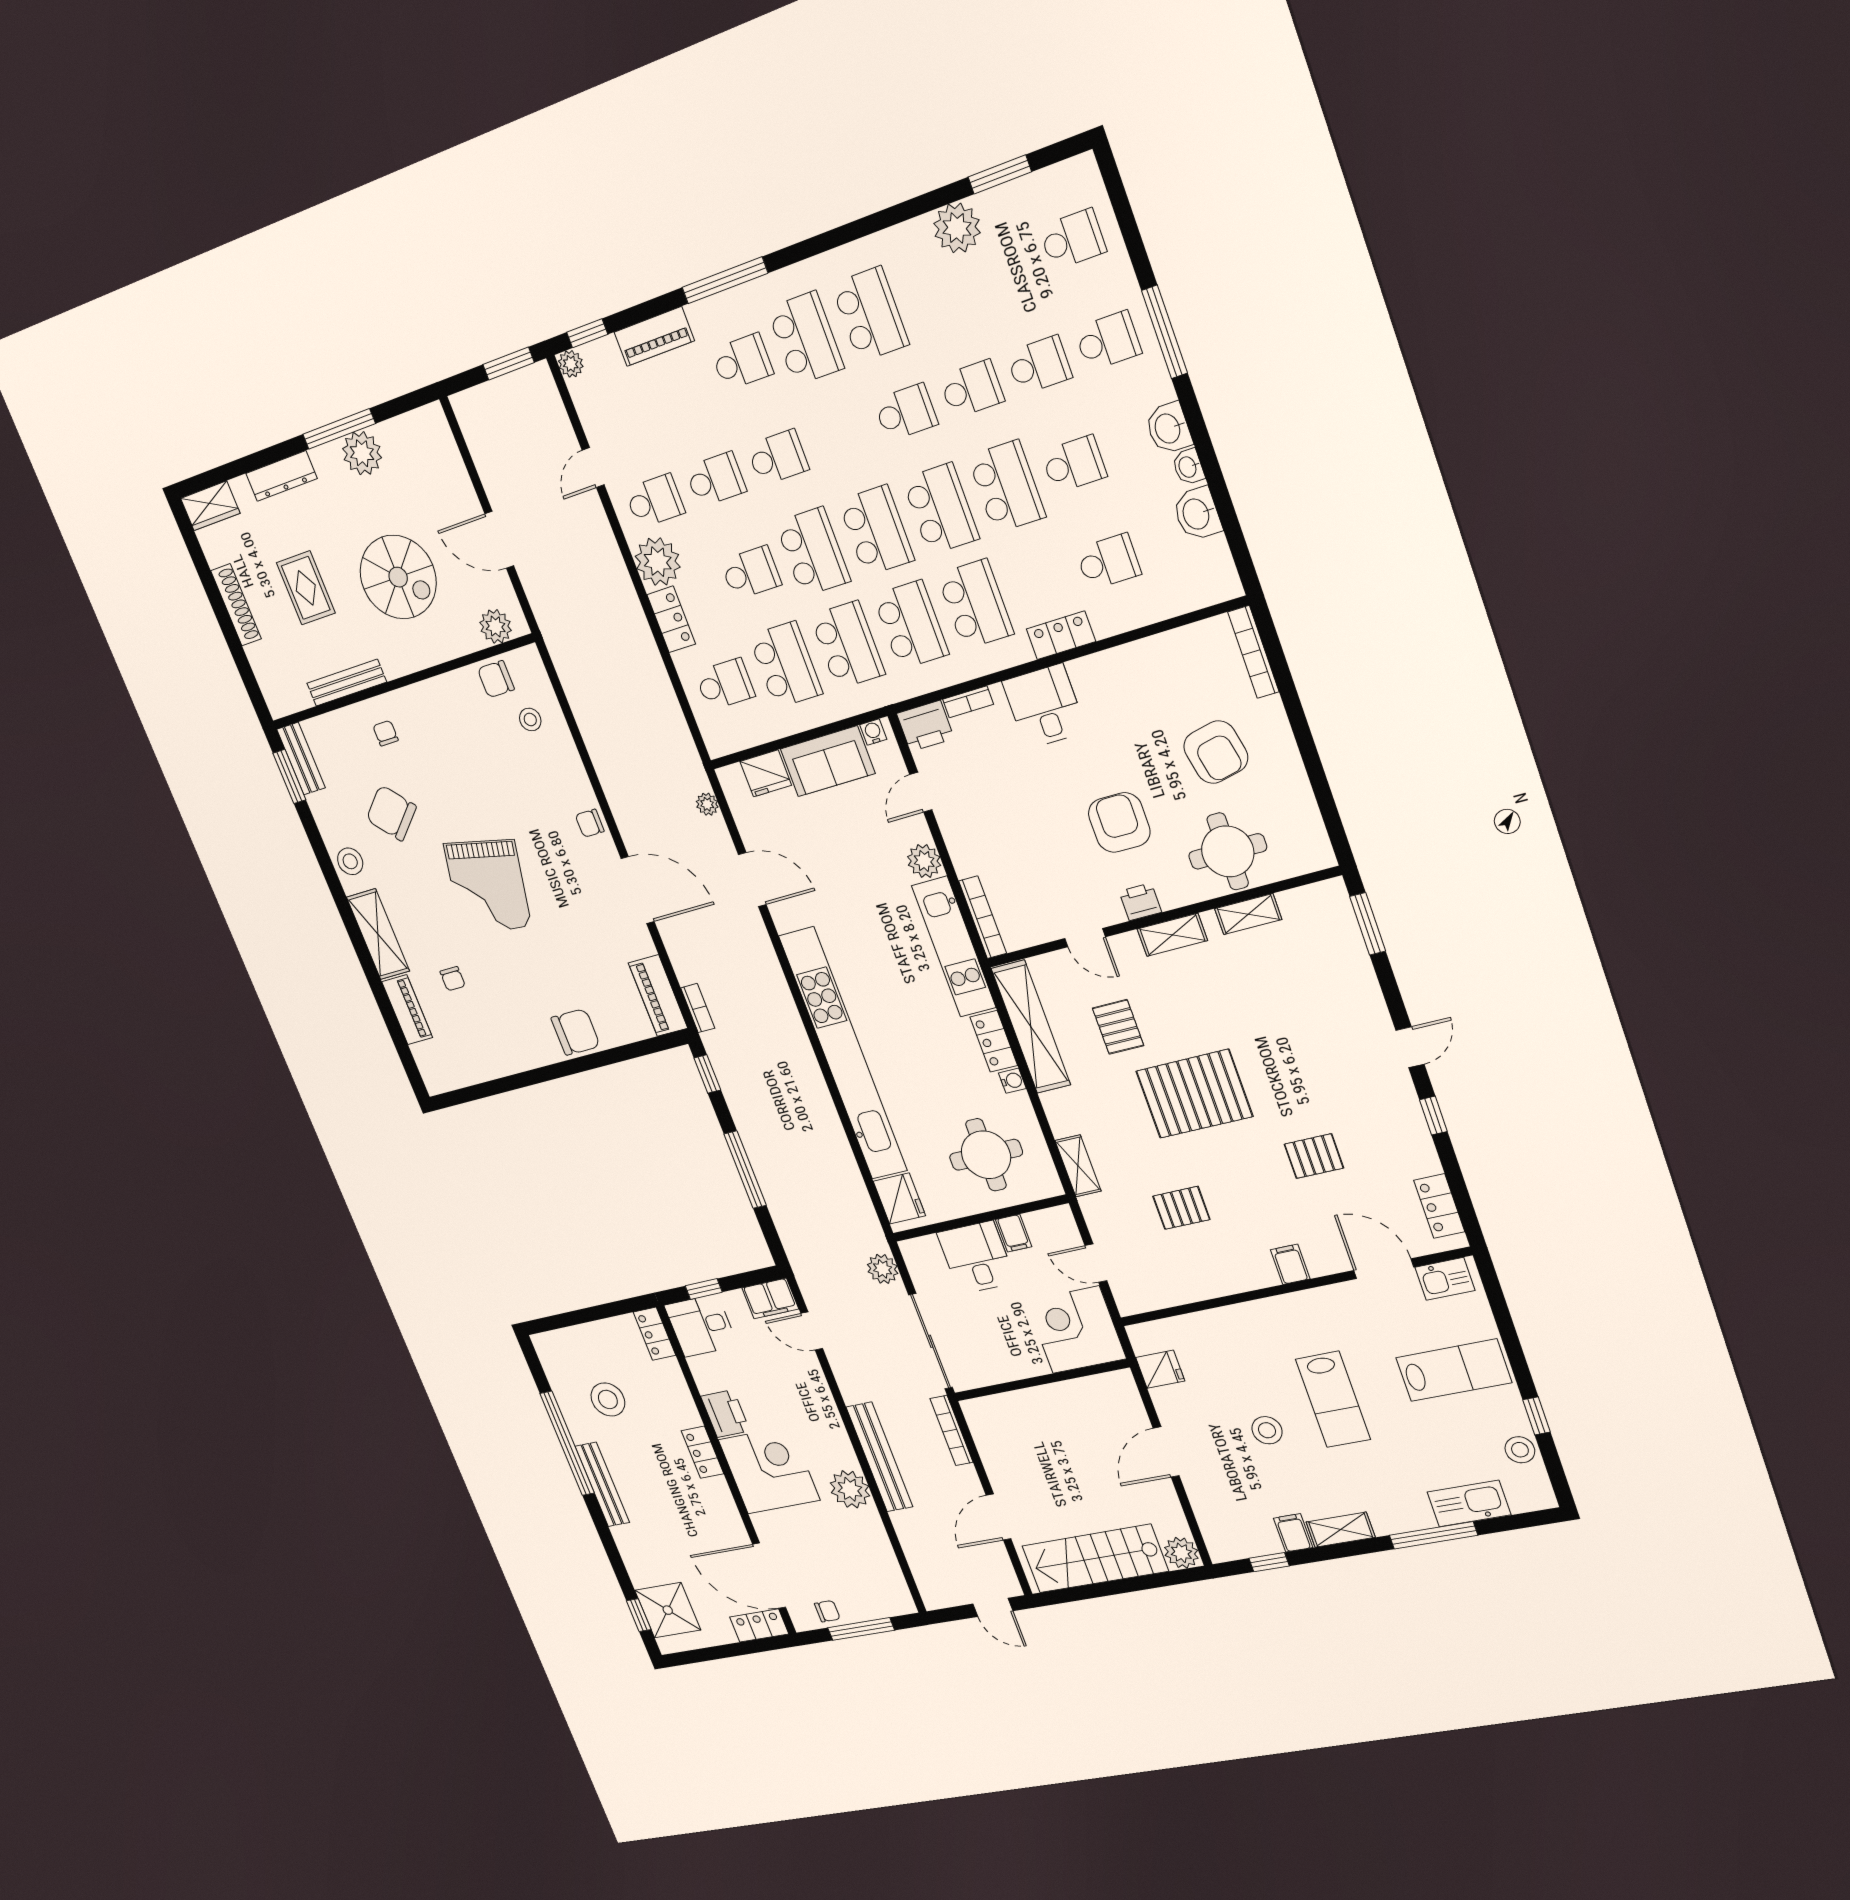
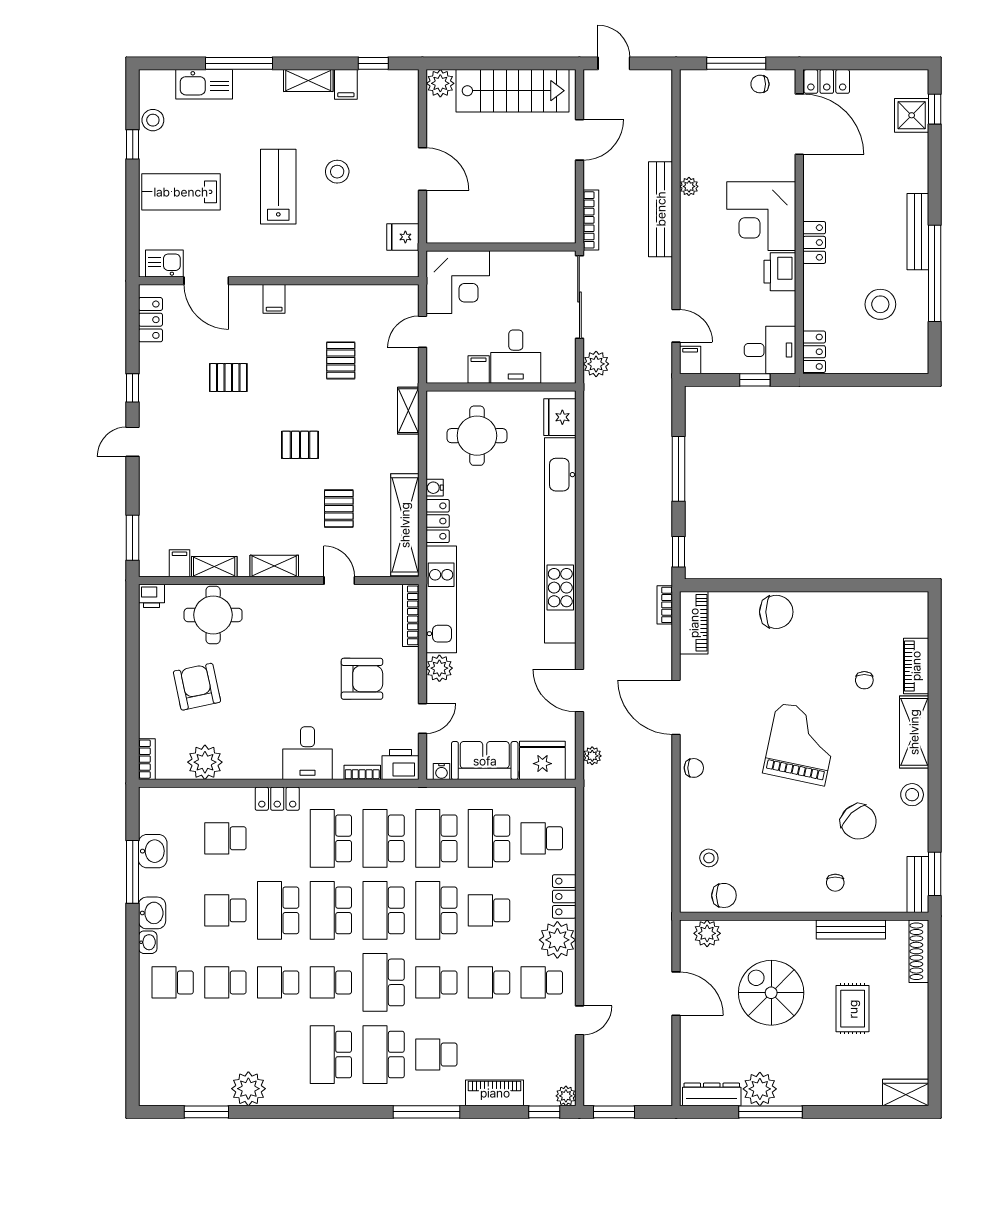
school desk: (1073, 239) -> (384, 982), moved, width x1.85
window: (1165, 332) -> (133, 872), moved
washbasin: (1188, 467) -> (148, 942), moved
dresser: (281, 476) -> (712, 1094), moved
shoe rack: (236, 605) -> (919, 951), moved
bookcase: (1253, 652) -> (147, 759), width x0.64
plant: (1170, 655) -> (205, 762), added
fridge: (766, 773) -> (542, 760), width x1.36, depth x1.34
armchair: (1119, 822) -> (362, 679), moved, turned -90
printer: (1140, 902) -> (151, 596), moved
filing cabinet: (1295, 907) -> (180, 563), added
chair: (453, 979) -> (864, 680), turned 180
chair: (575, 1032) -> (776, 612), turned 180
pallet: (1194, 1094) -> (300, 445), width x0.49, depth x0.50
pallet: (1181, 1208) -> (341, 360), turned 90
door: (1096, 1263) -> (422, 332), swing flipped
filing cabinet: (770, 1299) -> (690, 360), width x0.50
door: (1166, 1452) -> (422, 169), hinge flipped
plant: (850, 1489) -> (689, 186), width x0.53, depth x0.53
shower: (668, 1610) -> (912, 115), width x0.73, depth x0.73

